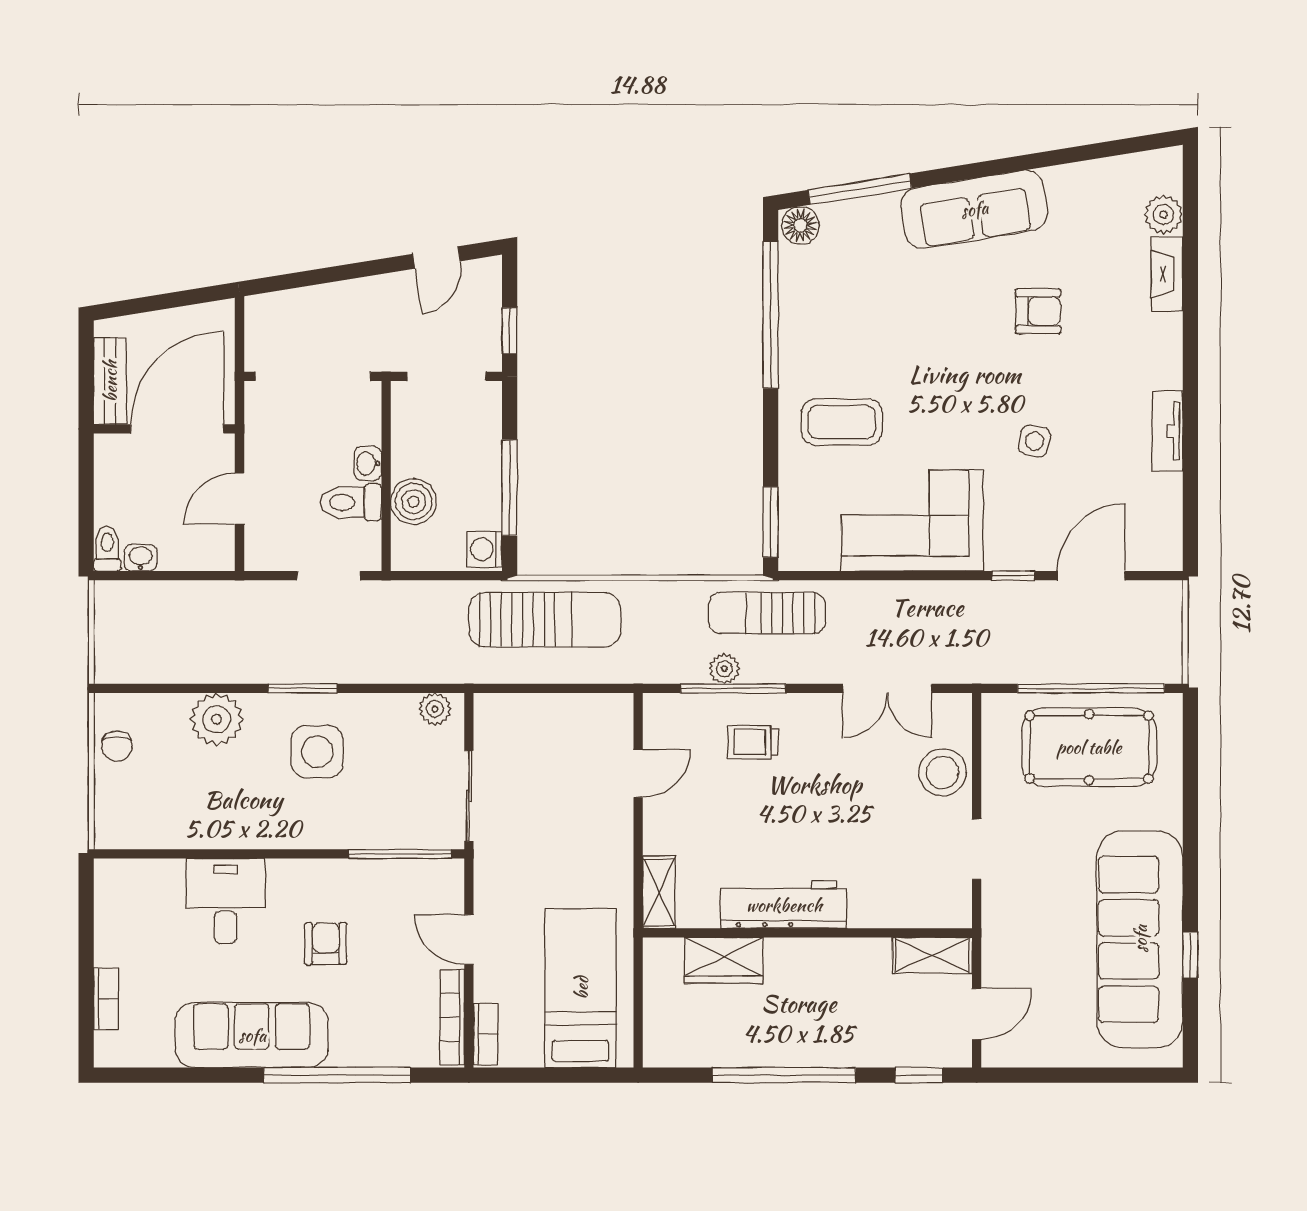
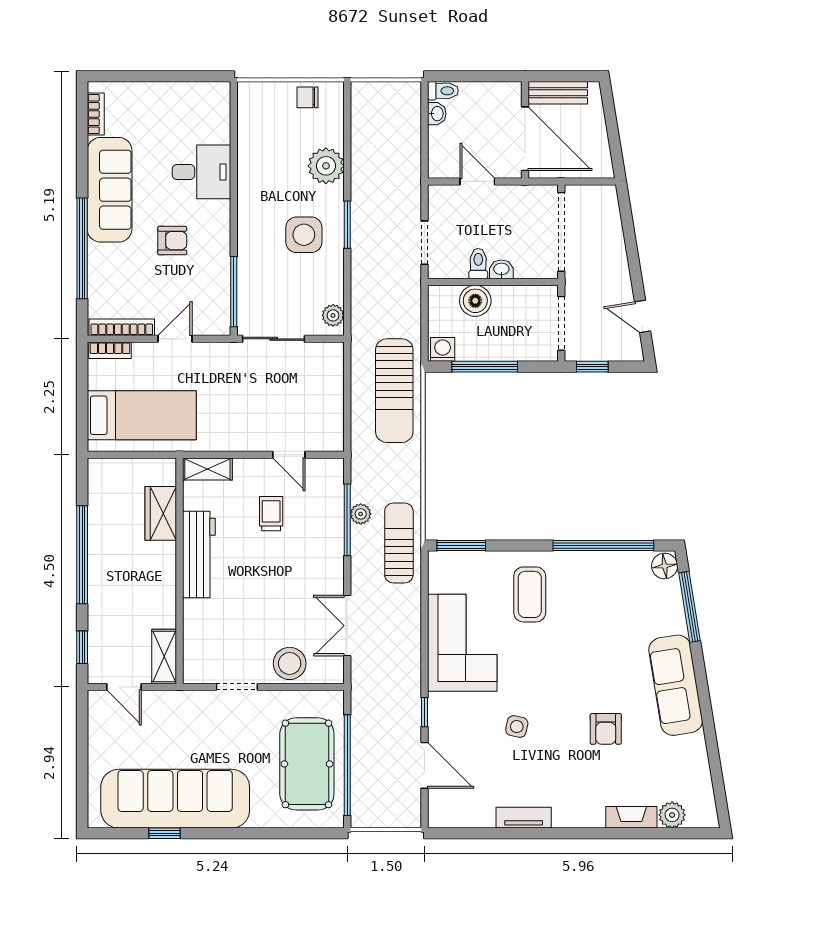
toilet: (351, 502) -> (478, 264), width x0.73, depth x0.72
trolley: (753, 742) -> (271, 514), moved
bookcase: (106, 999) -> (96, 114), moved, turned -90

